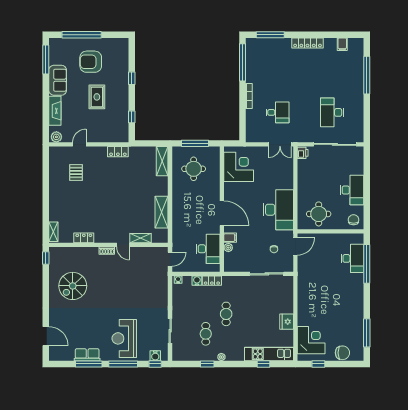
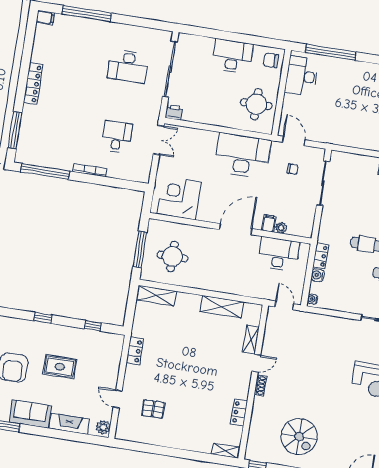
filing cabinet: (342, 44) -> (45, 17), moved
desk: (352, 258) -> (302, 76), moved, turned -90

